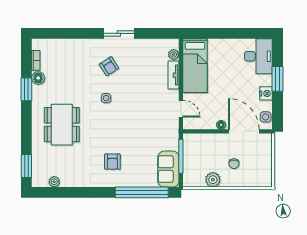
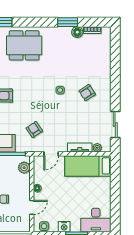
sliding door: (119, 33) -> (115, 125), moved
dining table: (62, 125) -> (24, 45), moved
armchair: (152, 128) -> (34, 130), added
door: (244, 131) -> (32, 207), width x0.53
plant: (197, 140) -> (24, 168), added

